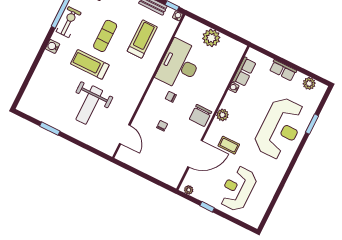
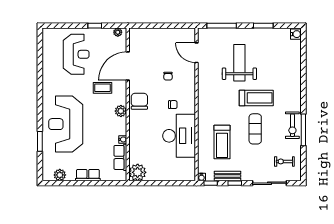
plant: (211, 38) -> (138, 172), moved
water cooler: (53, 46) -> (296, 34), moved
window: (89, 148) -> (222, 26), added

